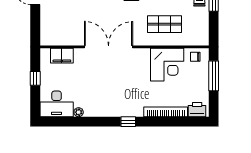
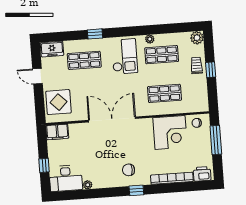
display table: (55, 25) -> (58, 102), added
filing cabinet: (62, 56) -> (57, 132), moved
window: (35, 78) -> (44, 165), moved
chair: (122, 100) -> (129, 170), added

